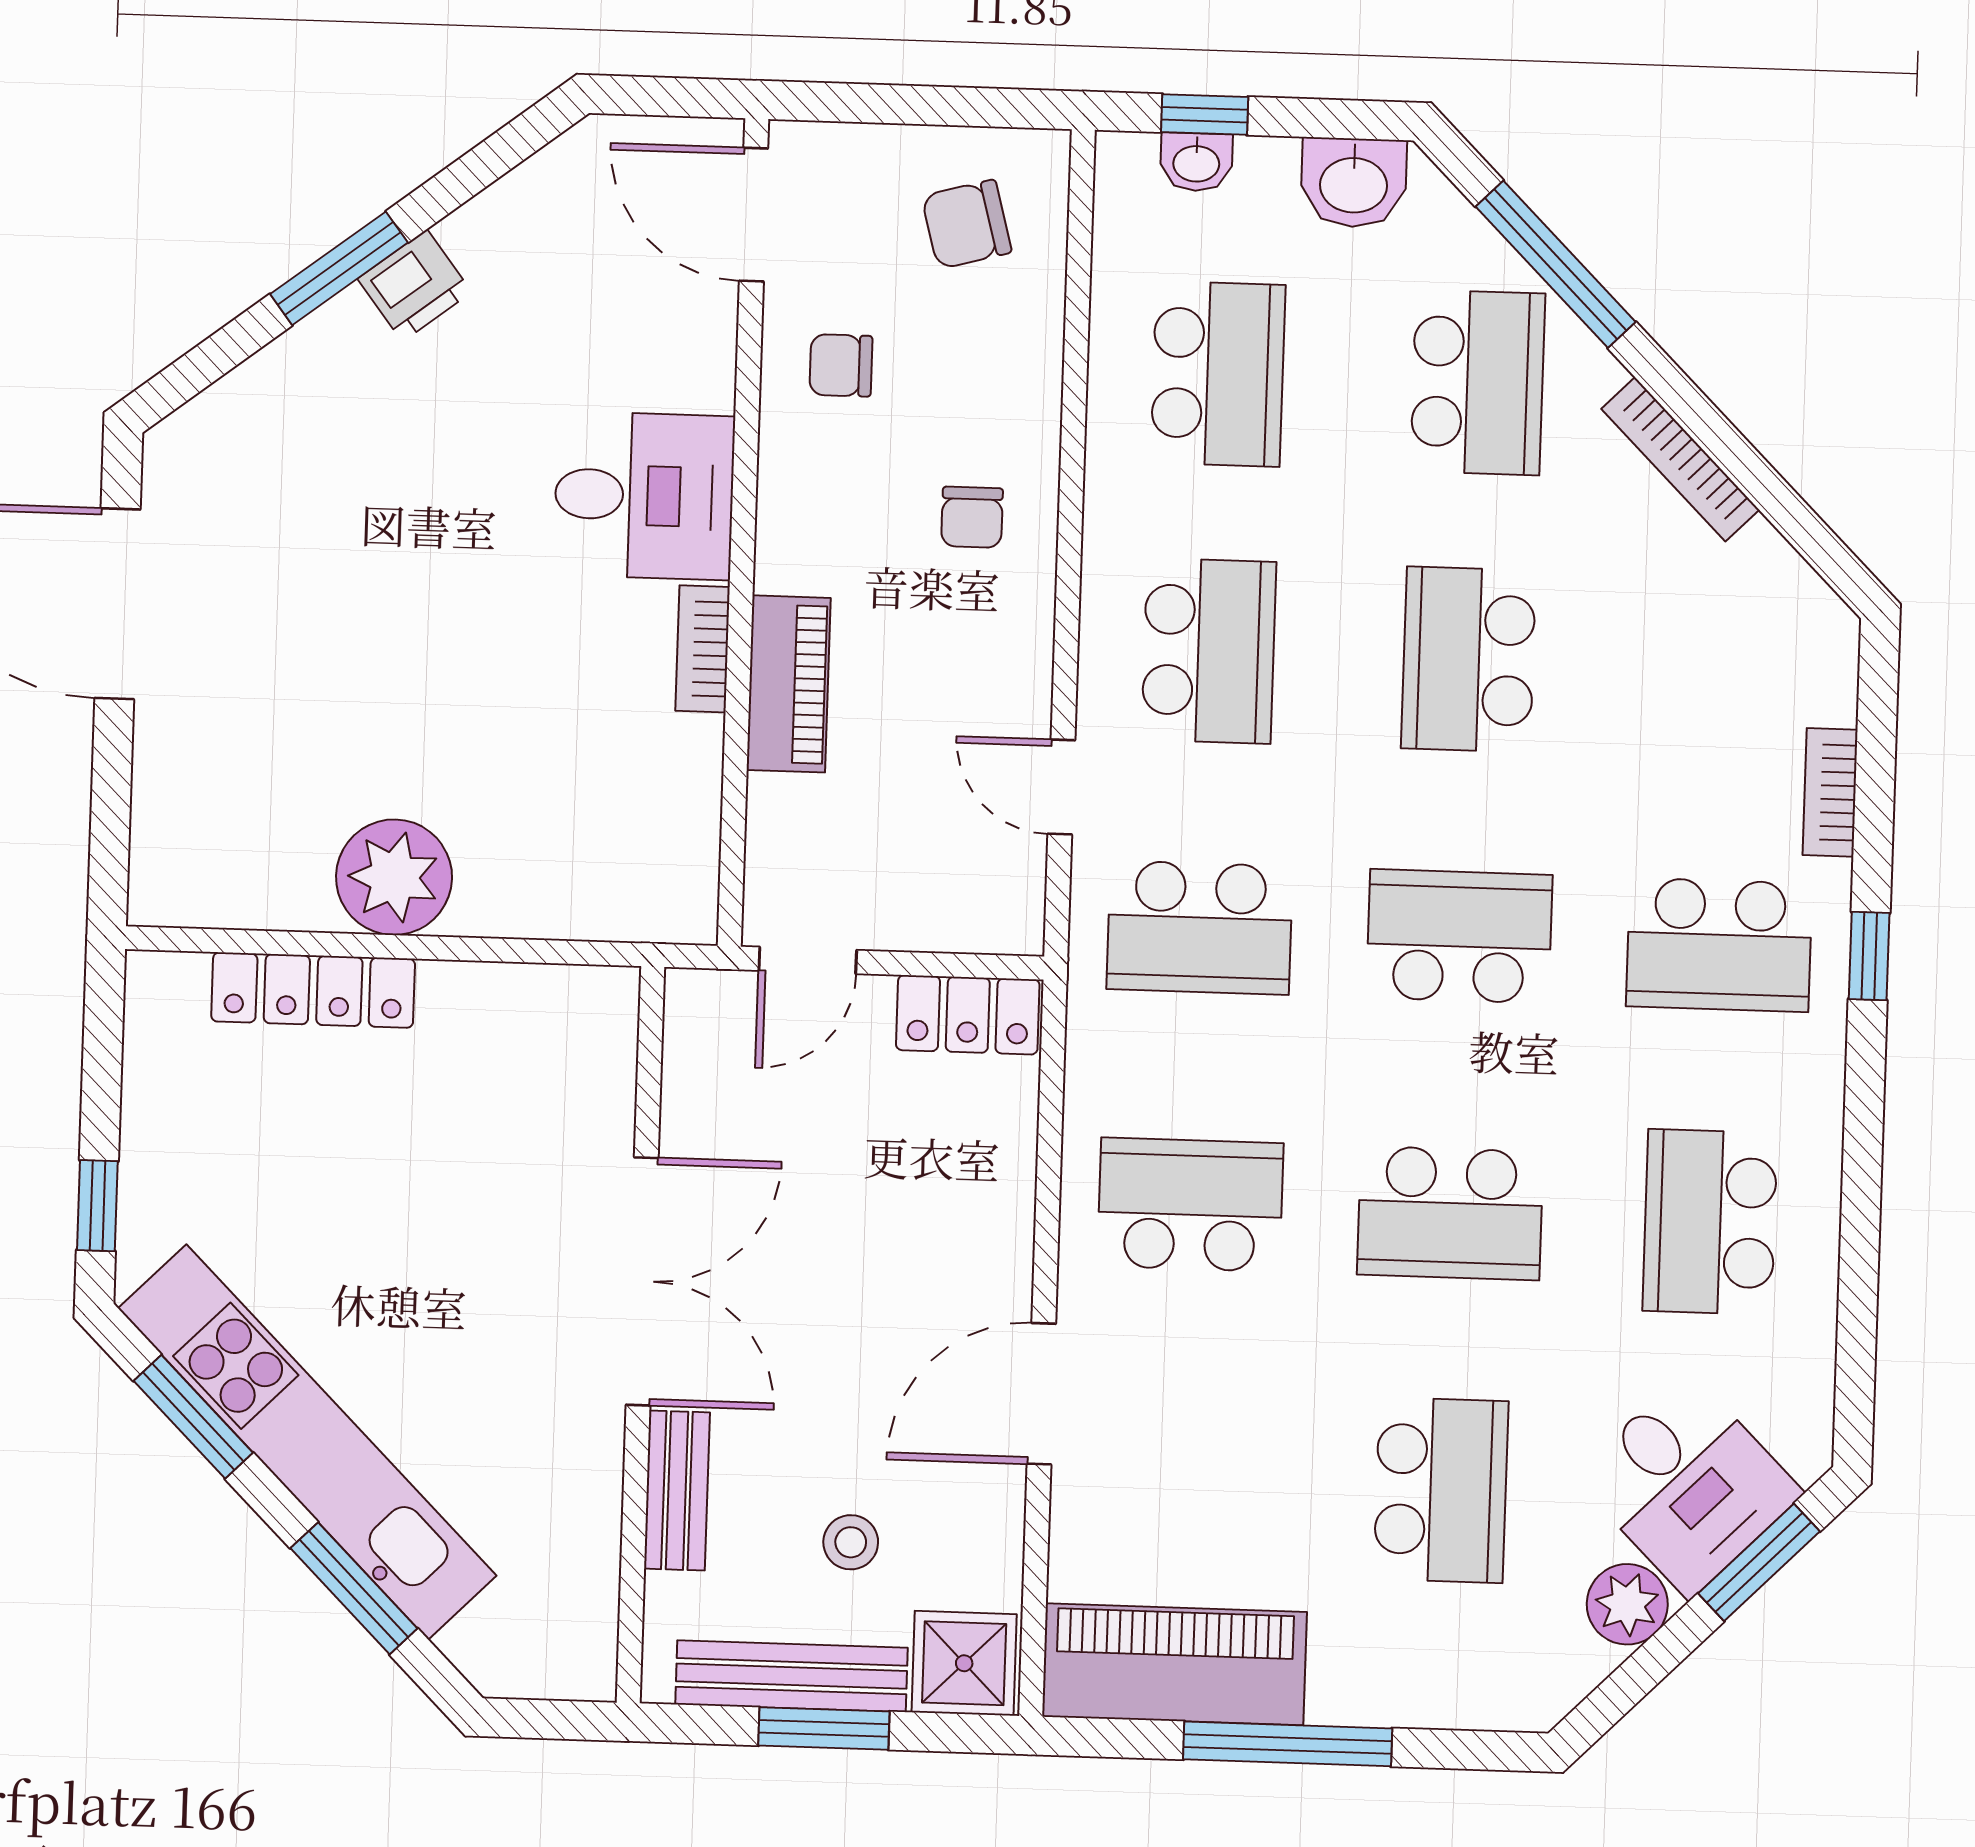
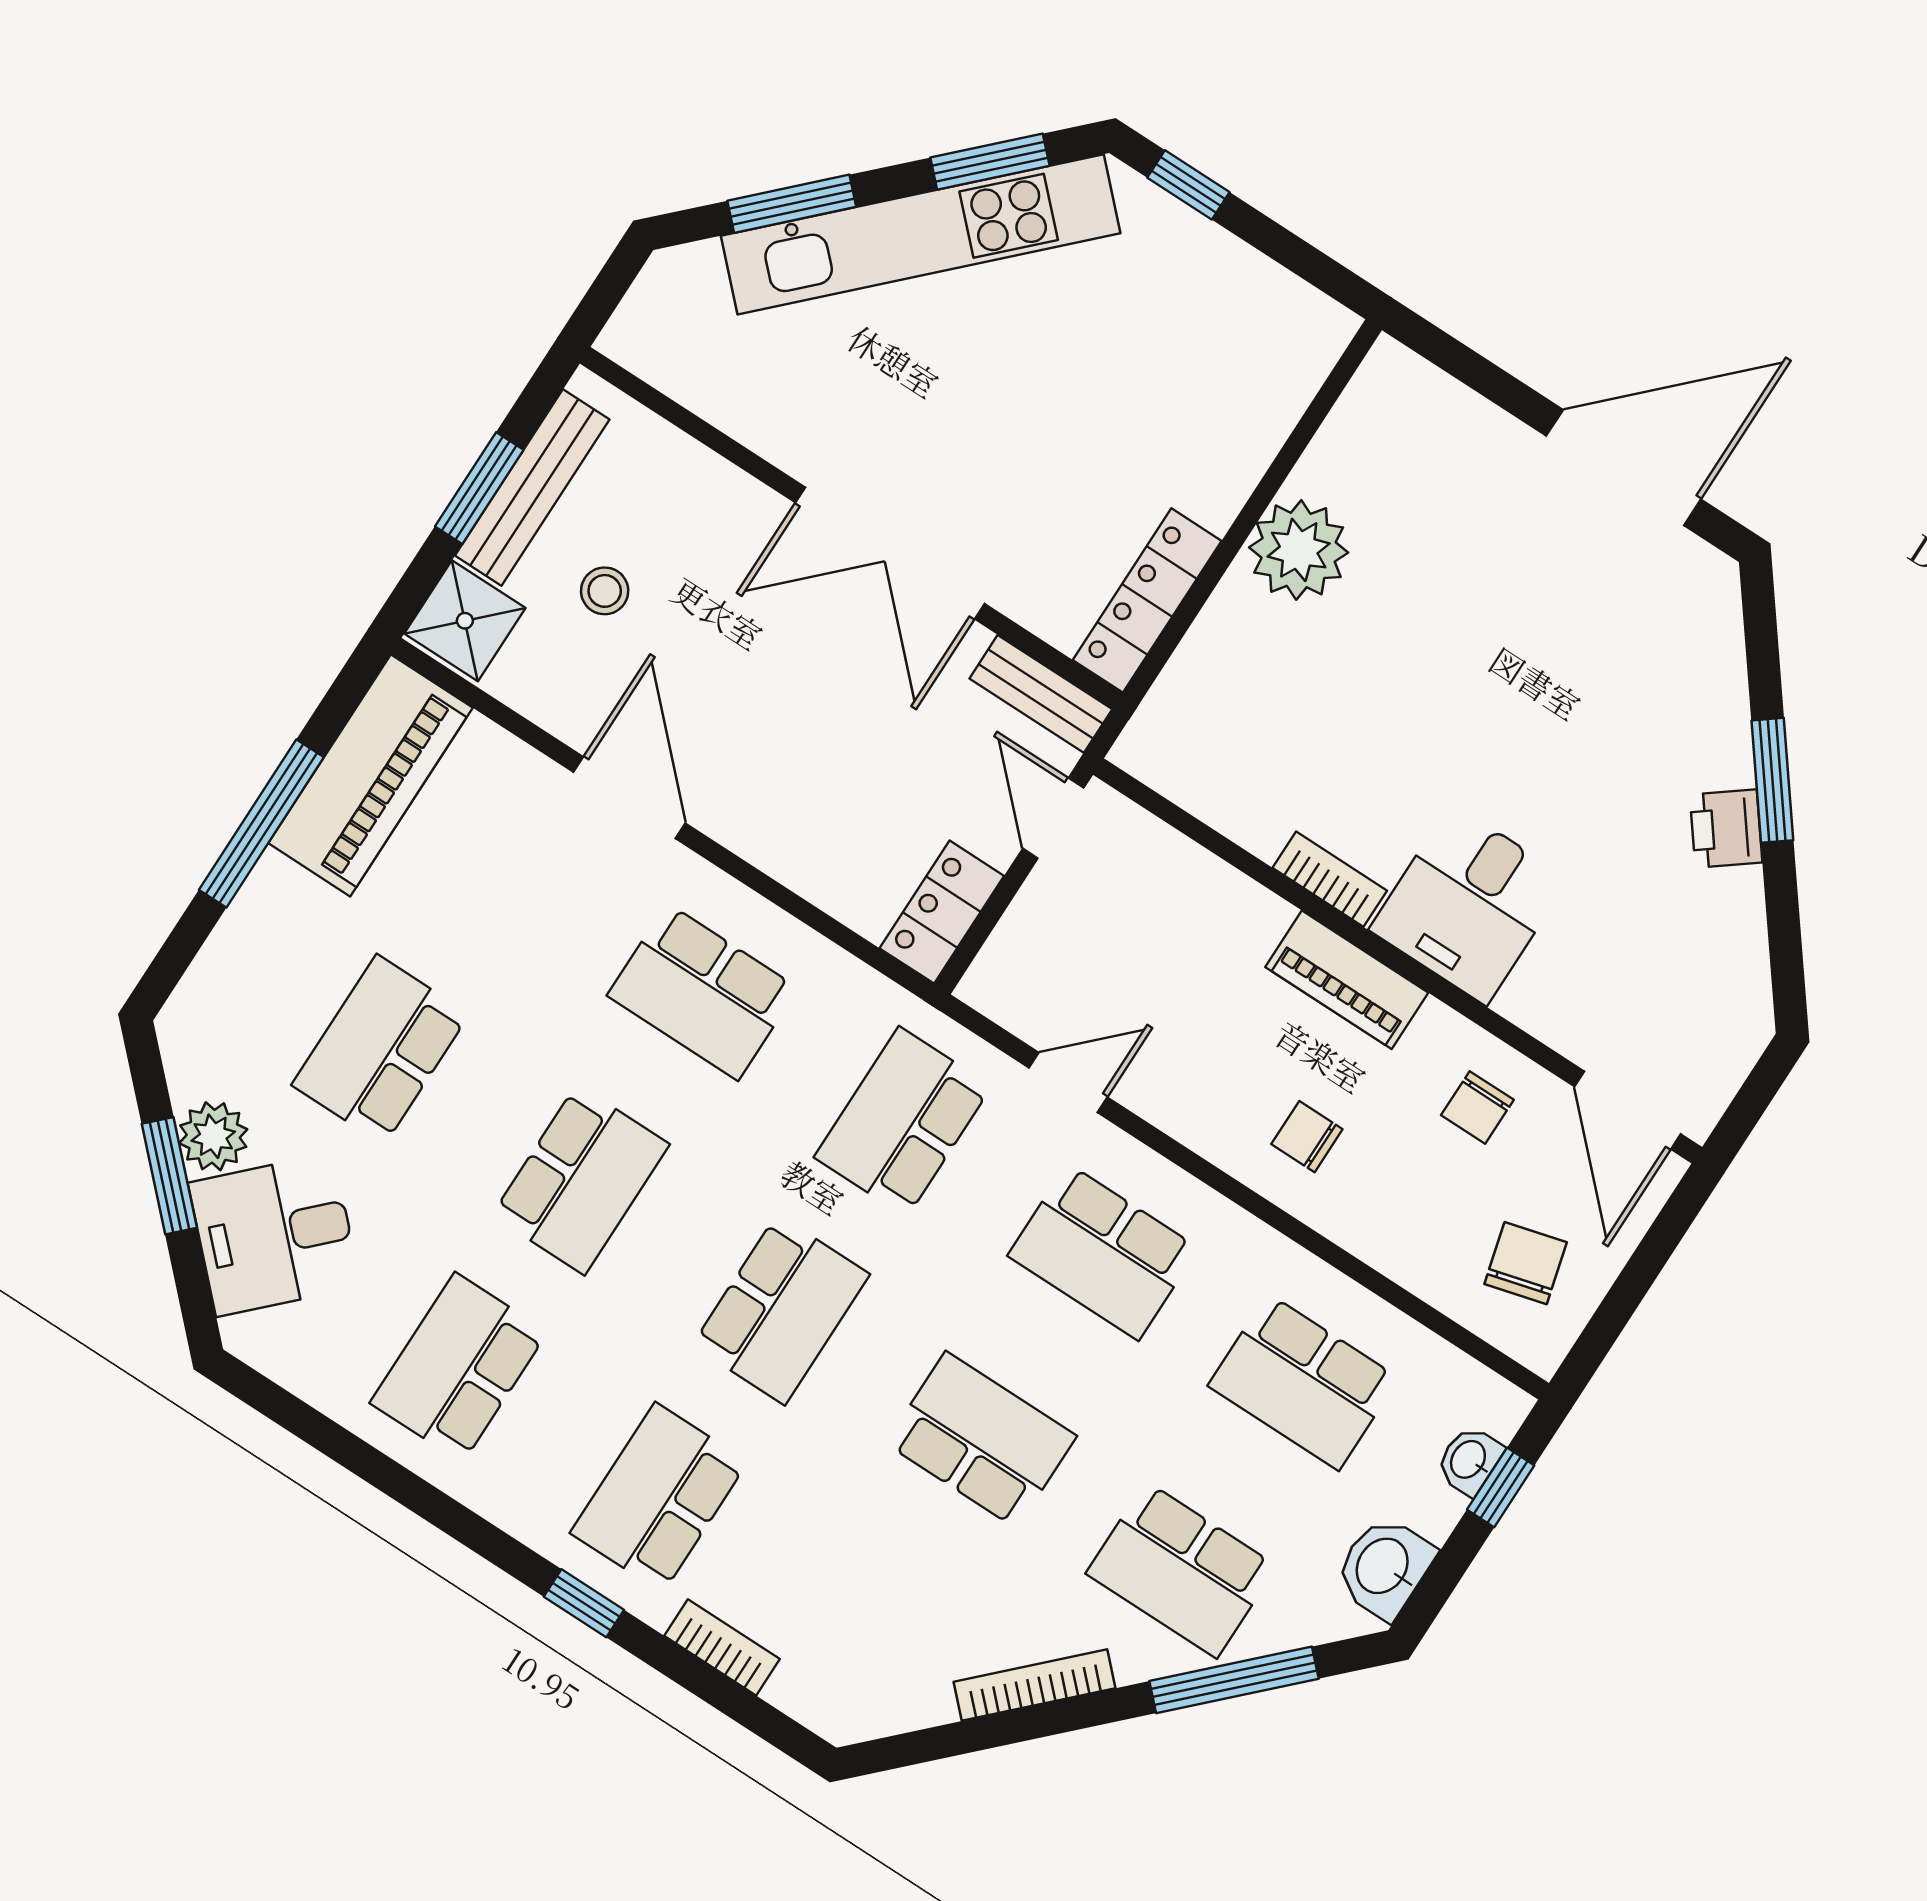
door: (754, 215) -> (1628, 1110), swing flipped
chair: (841, 365) -> (1477, 1107), turned 180
piano: (789, 684) -> (1347, 980), moved
locker: (313, 990) -> (1147, 600), moved
school desk: (1190, 1205) -> (703, 992), turned 90
school desk: (1450, 1213) -> (581, 1180), turned 180
school desk: (1710, 1222) -> (459, 1367), turned -90
school desk: (1441, 1490) -> (380, 1050), turned 90
bench: (677, 1491) -> (1041, 694), moved
window: (1759, 1562) -> (169, 1176), moved

